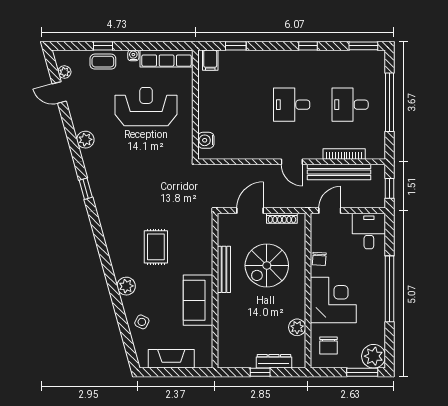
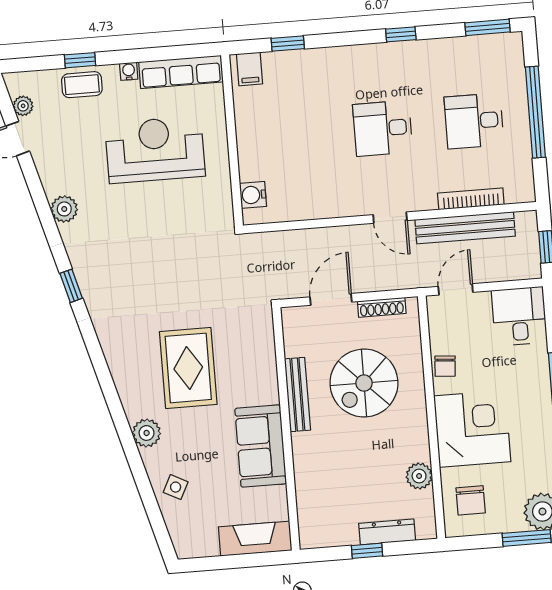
rug: (156, 247) -> (188, 368), width x1.36, depth x1.43
fireplace: (171, 359) -> (255, 539), moved

